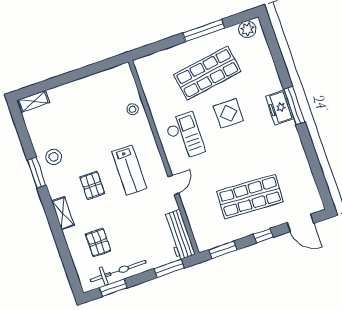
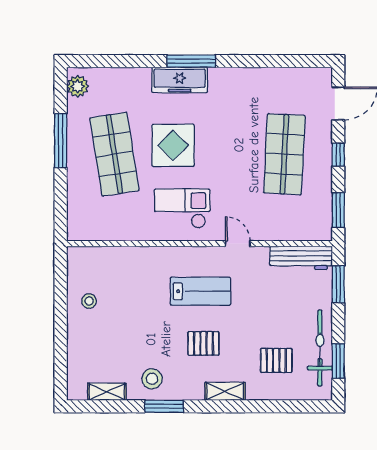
shelving: (34, 101) -> (107, 392), moved, turned 90
freezer: (280, 108) -> (180, 80), width x1.40
stool: (133, 109) -> (89, 301), moved
display table: (228, 113) -> (173, 145), width x1.36, depth x1.36

